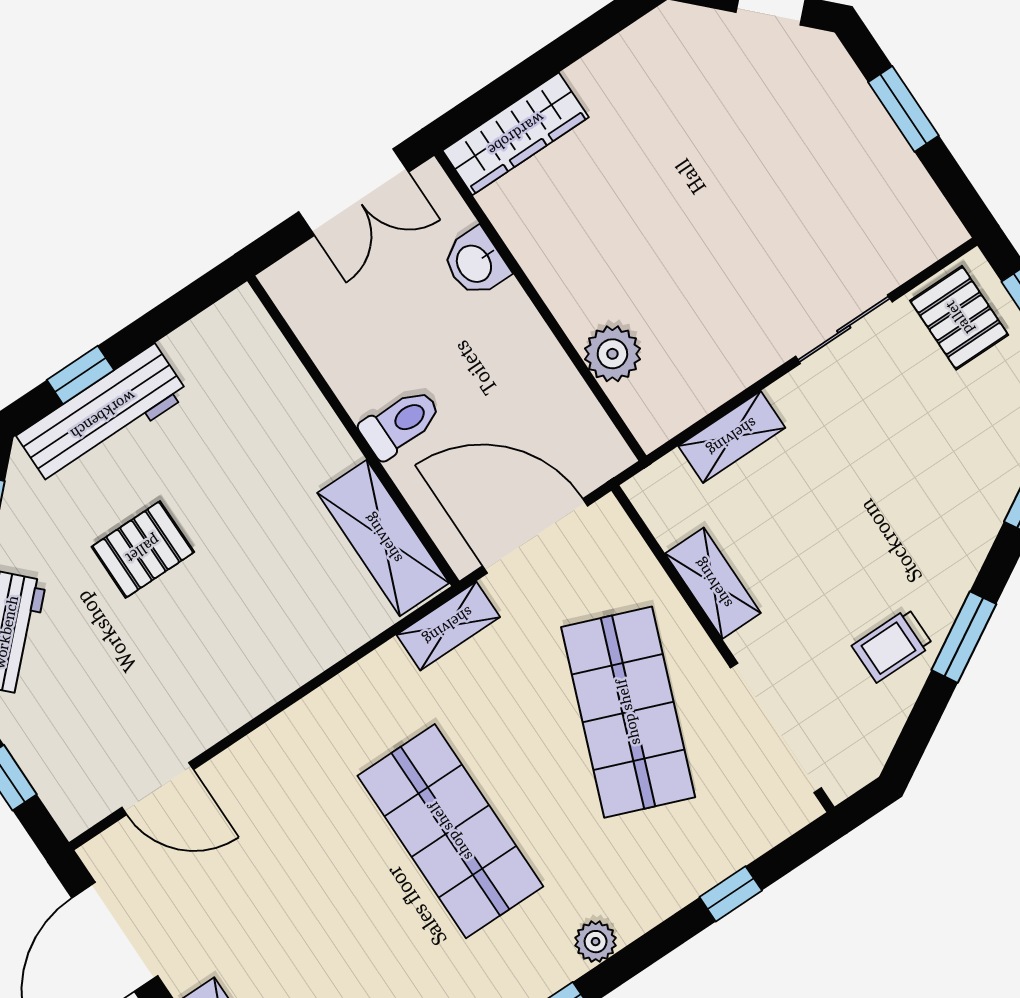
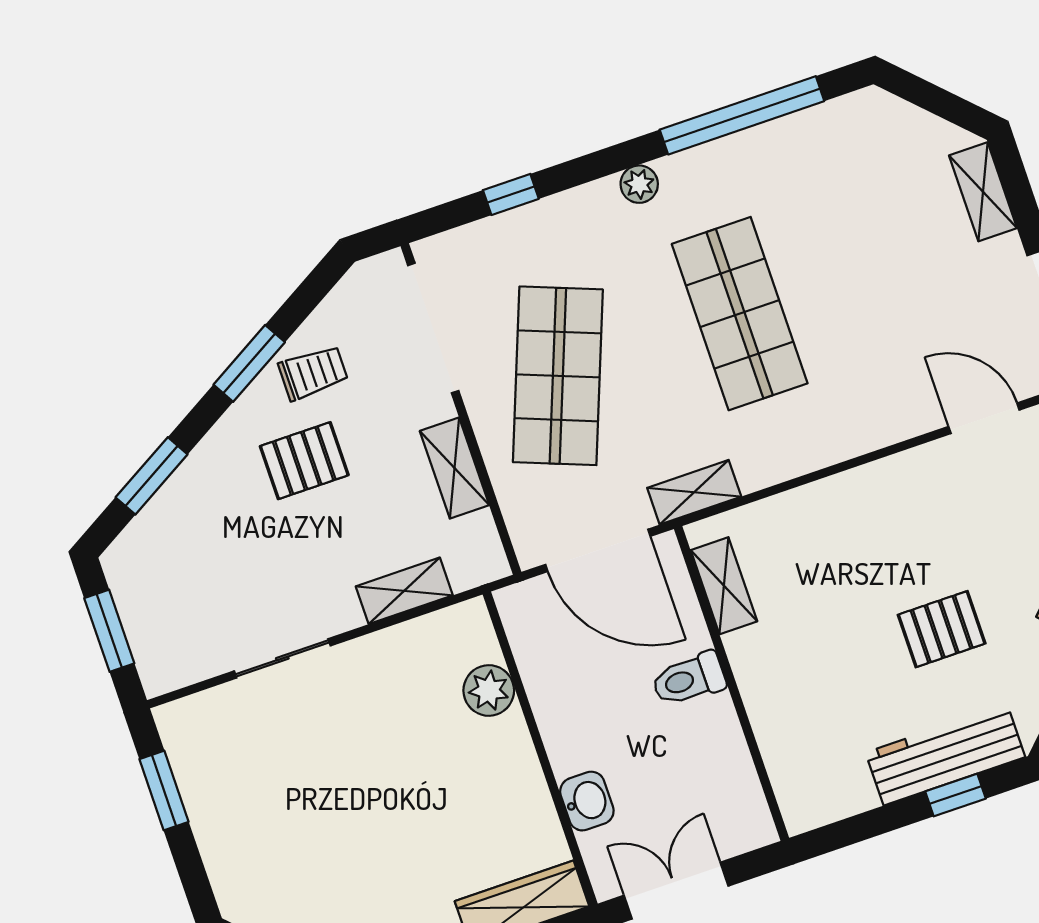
window: (903, 109) -> (164, 790), moved
pallet: (959, 318) -> (304, 461), moved, turned 90
shelving: (383, 538) -> (724, 586), width x0.67, depth x0.75

